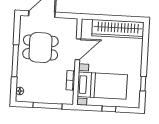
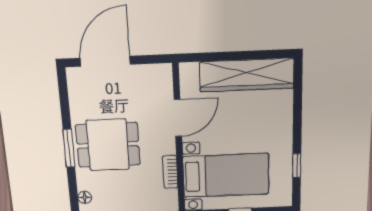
dining table: (40, 48) -> (108, 145), moved
window: (15, 61) -> (69, 148), width x0.69

